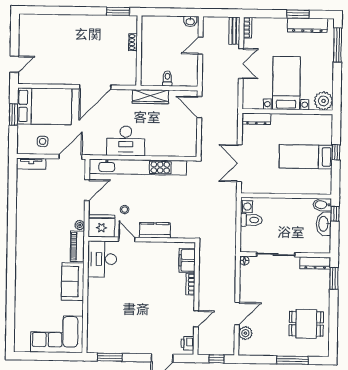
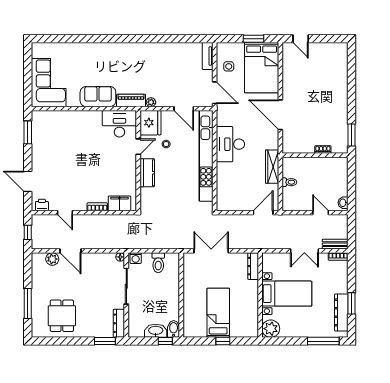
washing machine: (246, 207) -> (136, 258), moved

